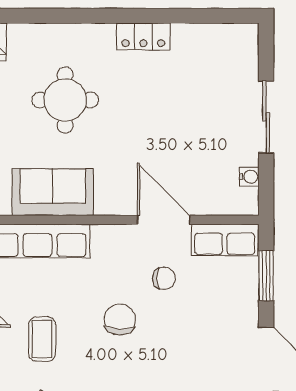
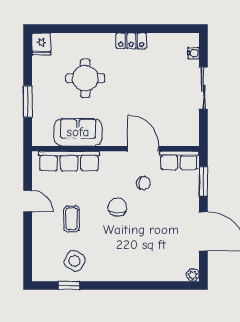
water cooler: (249, 177) -> (193, 53), moved

